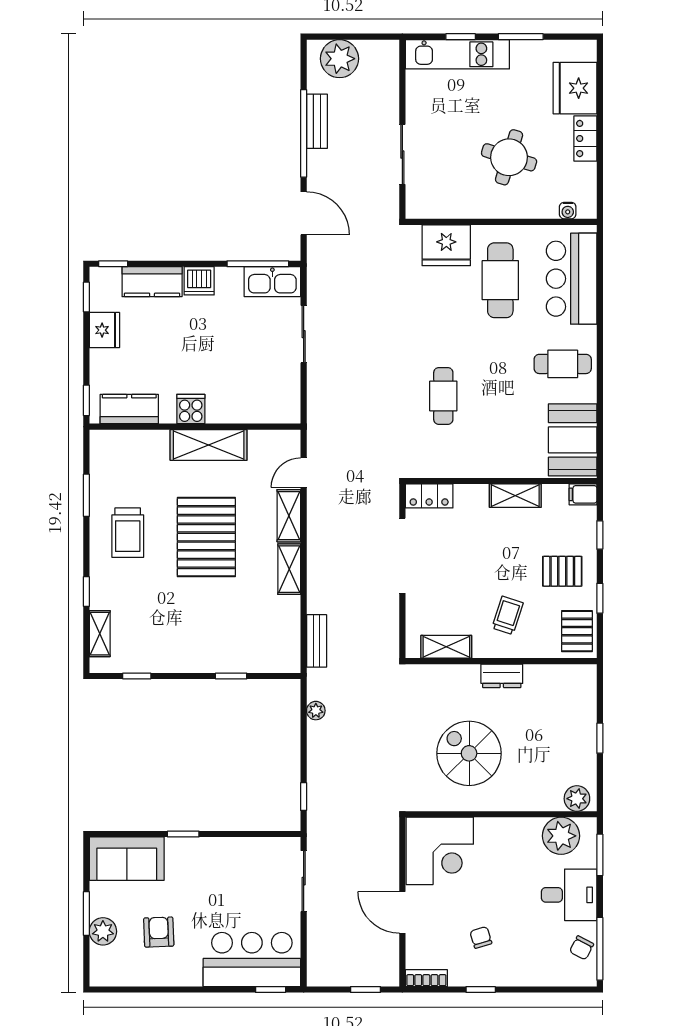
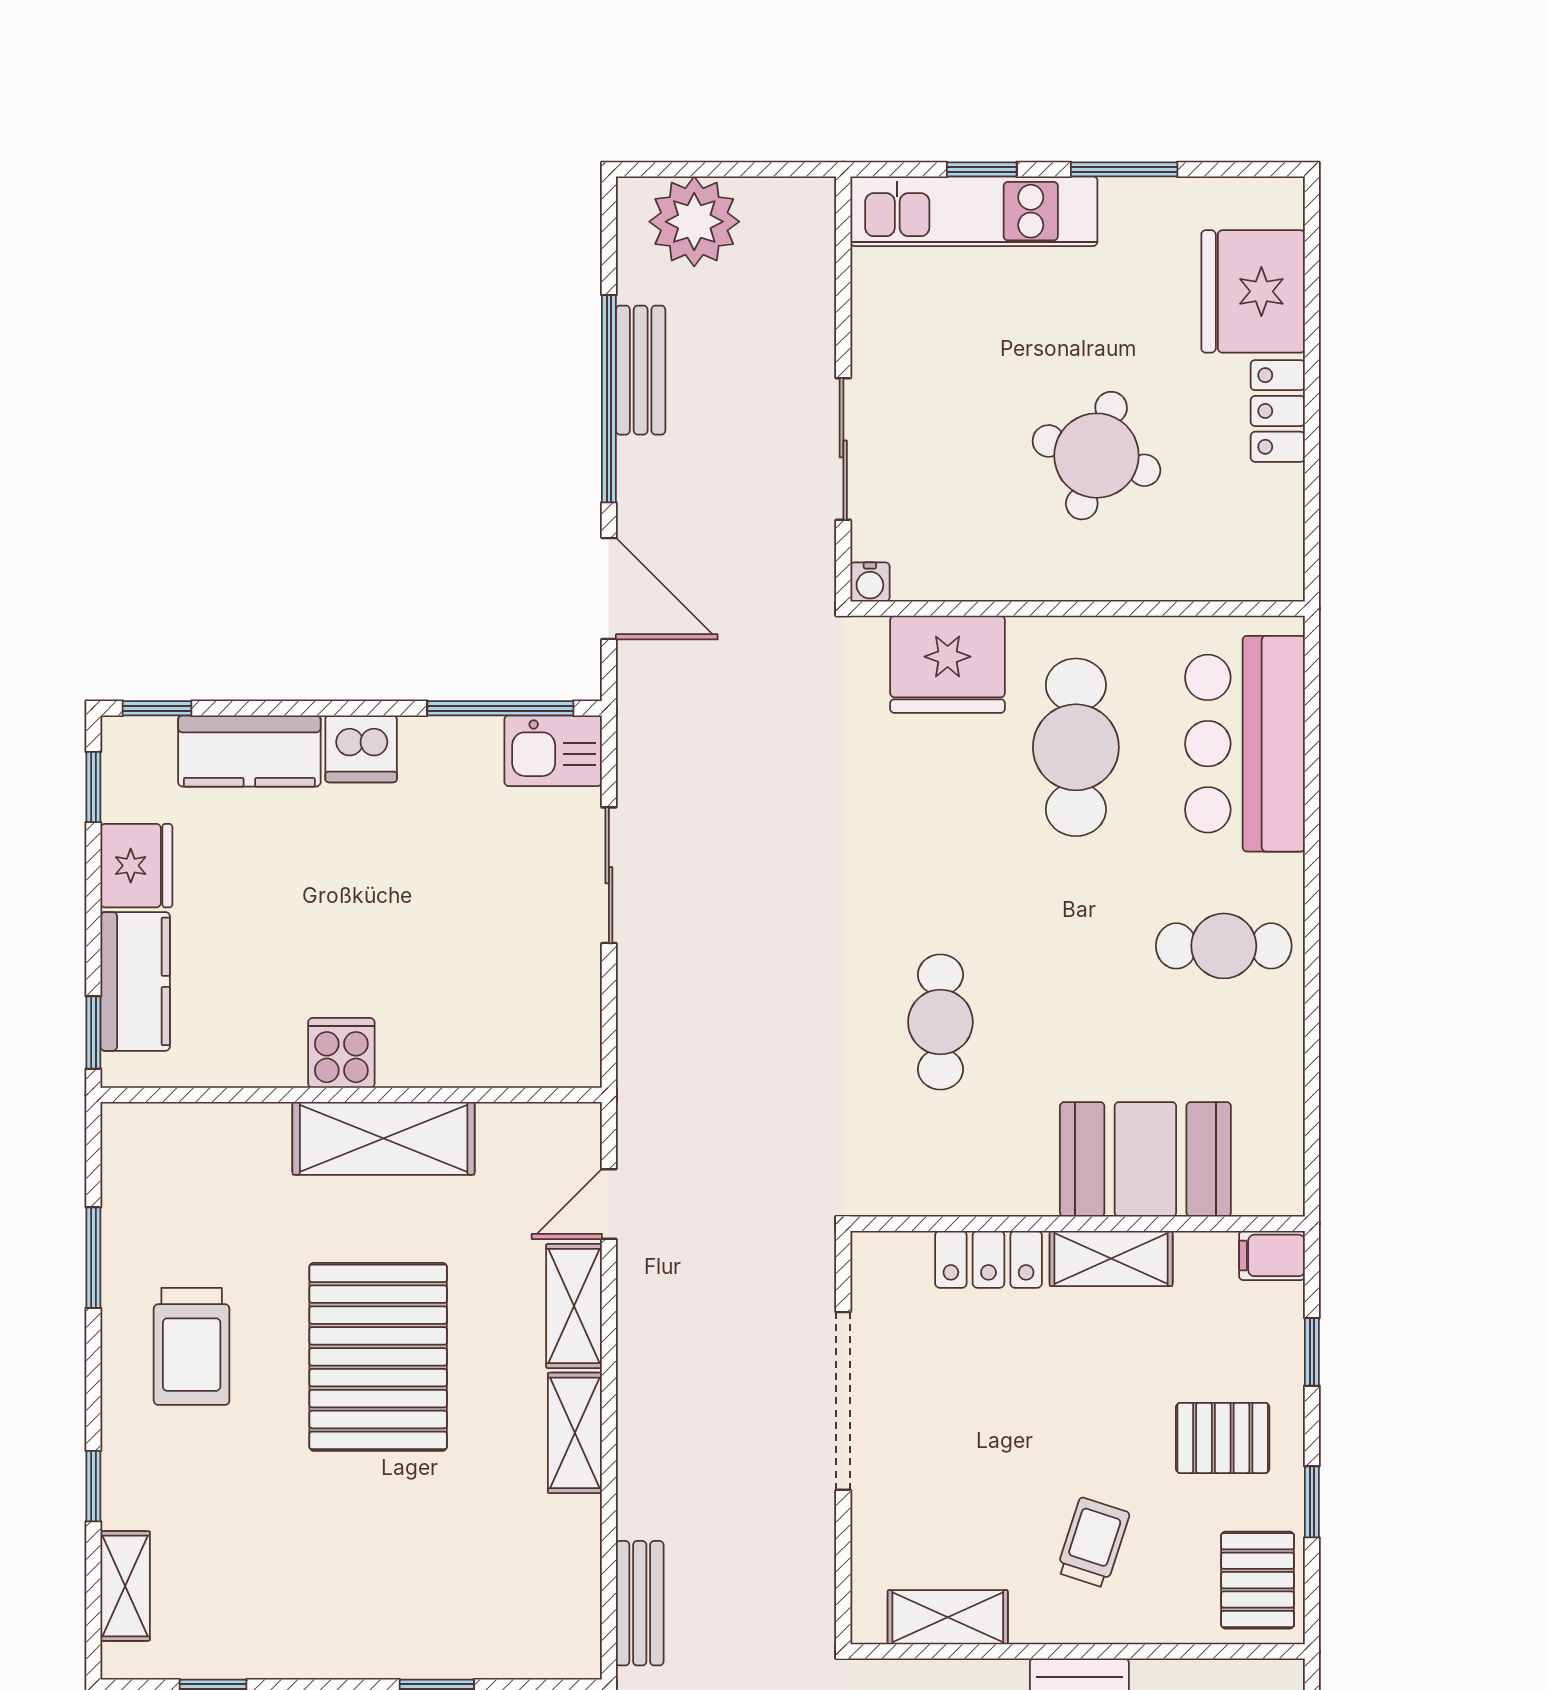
water cooler: (568, 211) -> (870, 582), moved
kitchen sink: (272, 282) -> (553, 751), width x0.73
kitchen counter: (129, 409) -> (135, 981), moved, turned 90
booth: (573, 440) -> (1145, 1159), moved, turned 90
locker: (429, 496) -> (988, 1259), moved

